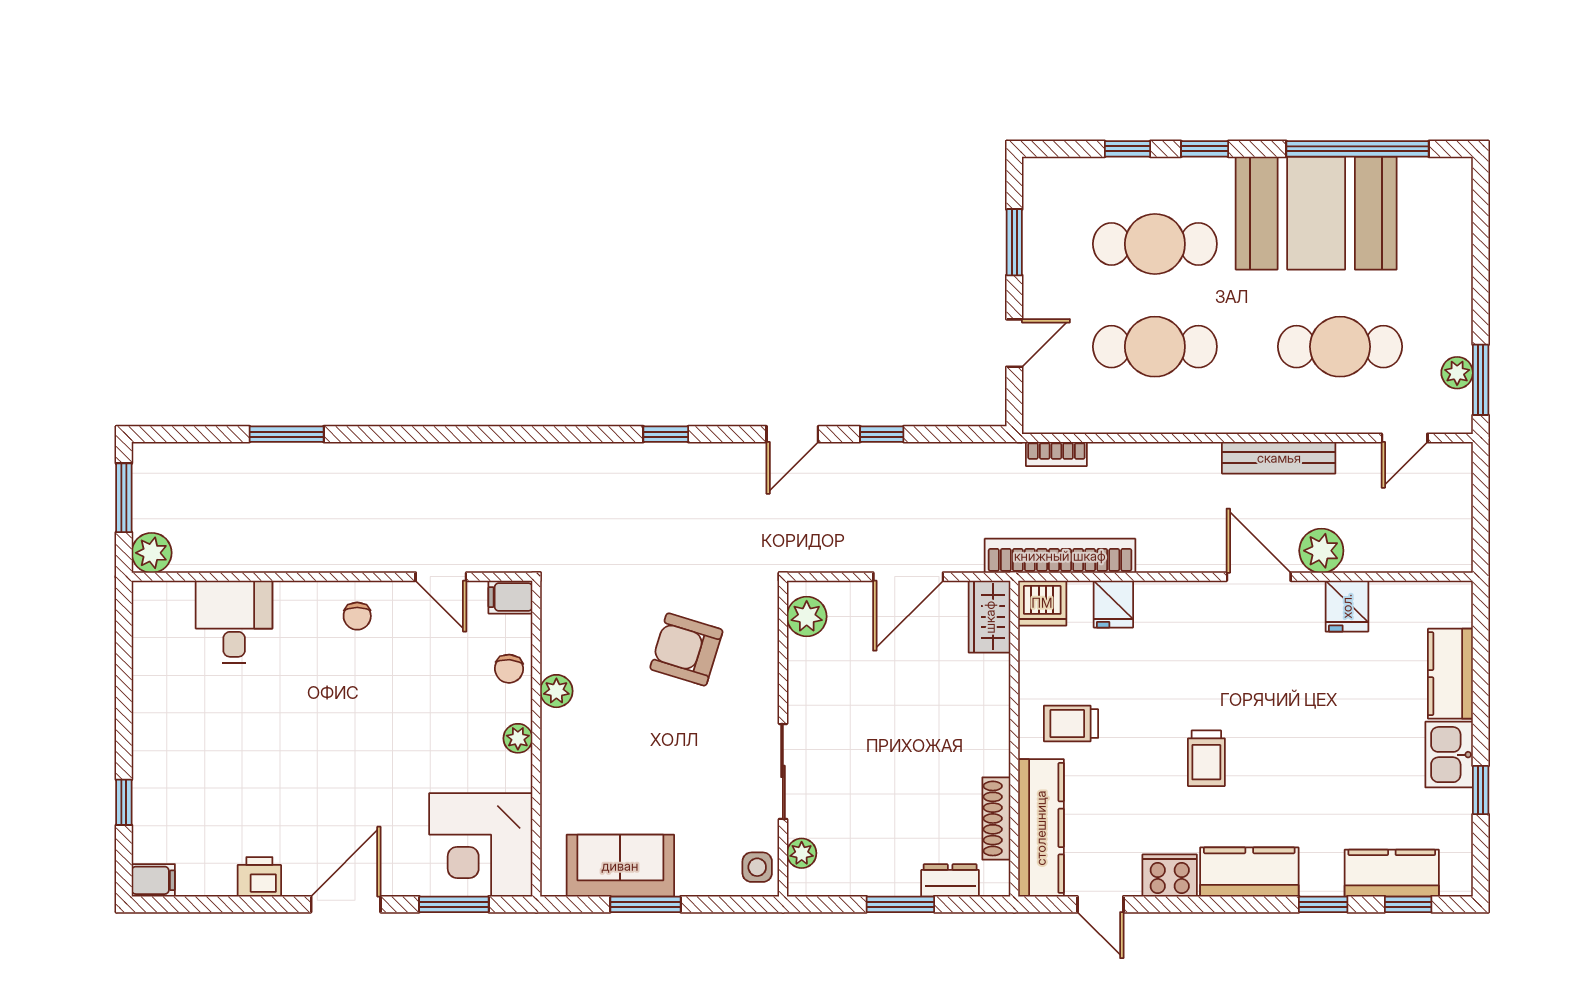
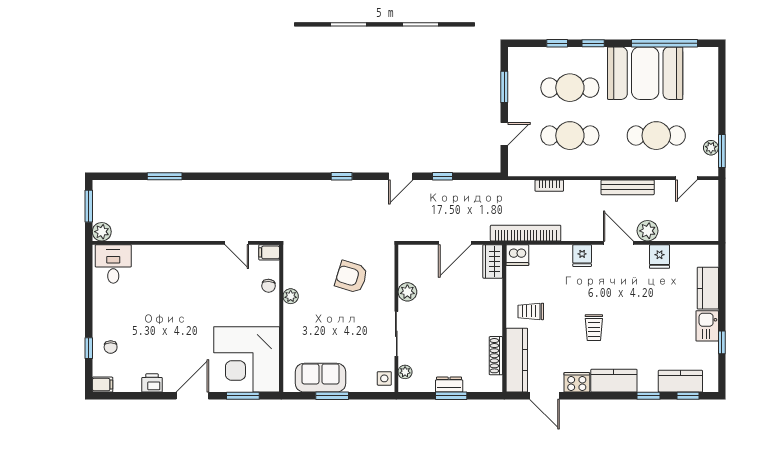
bookcase: (1056, 454) -> (549, 186), moved
fridge: (1113, 604) -> (582, 256), moved
chair: (357, 616) -> (111, 347), moved
plant: (807, 616) -> (407, 292), moved
desk: (234, 622) -> (113, 264), moved
plant: (518, 738) -> (273, 318), removed
corner desk: (481, 845) -> (247, 359), width x1.36, depth x1.36
dresser: (950, 880) -> (449, 385), moved
door: (1100, 904) -> (544, 396), width x1.38

